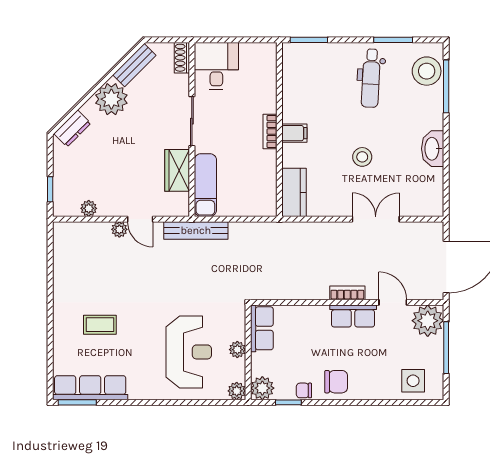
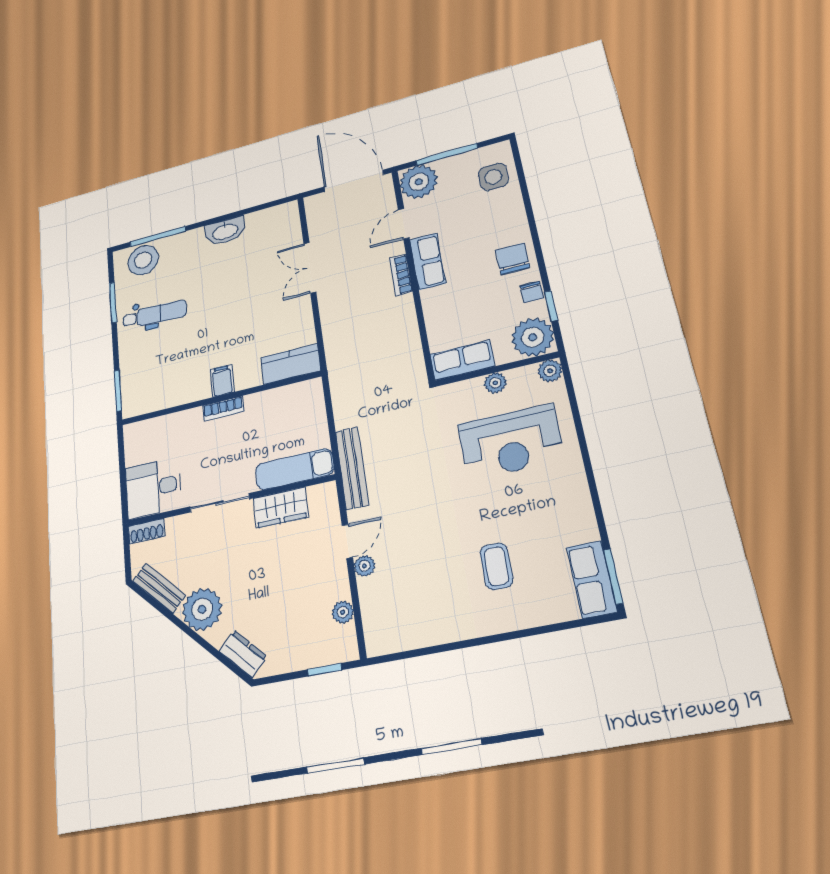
stool: (362, 157) -> (242, 300), removed
reception desk: (189, 352) -> (511, 442), turned 180
row of seats: (90, 388) -> (592, 579), width x0.68
plant: (262, 388) -> (533, 337), width x1.36, depth x1.36

